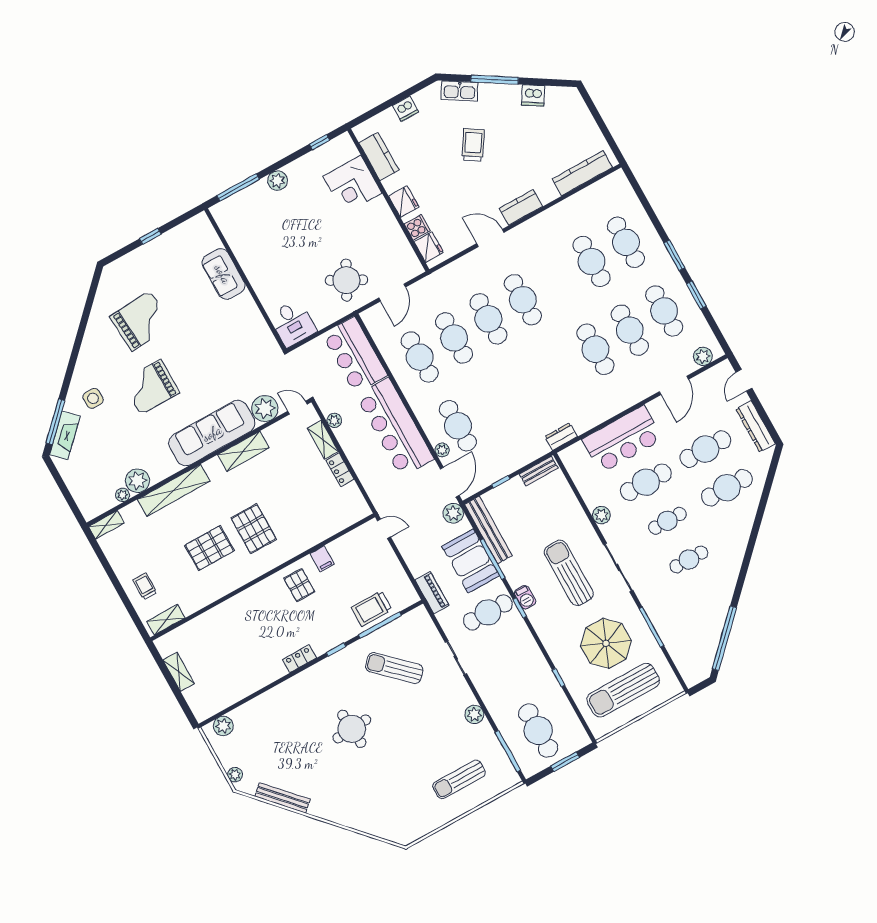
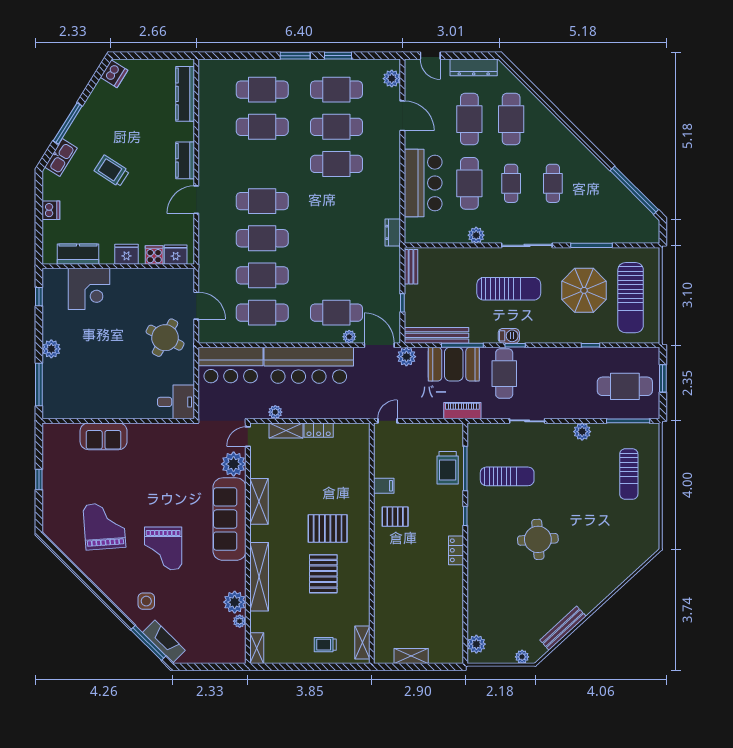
dishwasher: (533, 95) -> (114, 74), moved
sun lounger: (569, 573) -> (509, 289), turned 180
sun lounger: (394, 668) -> (507, 476), turned -134

